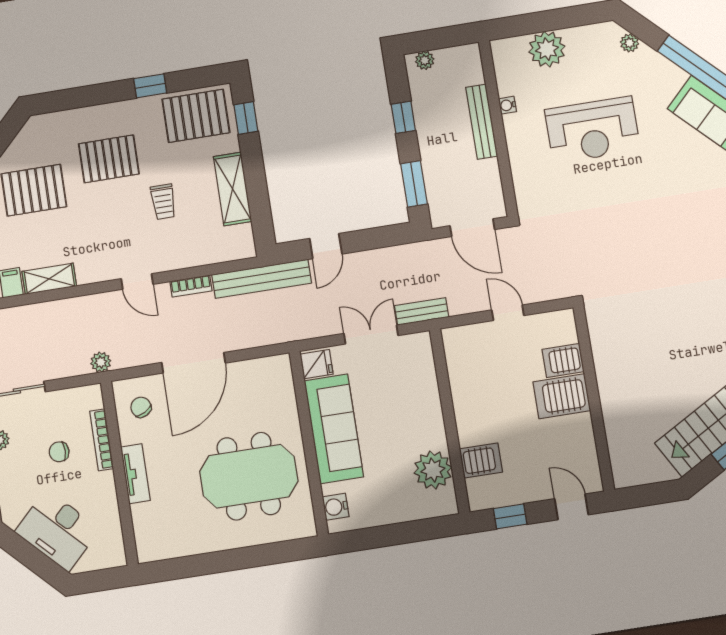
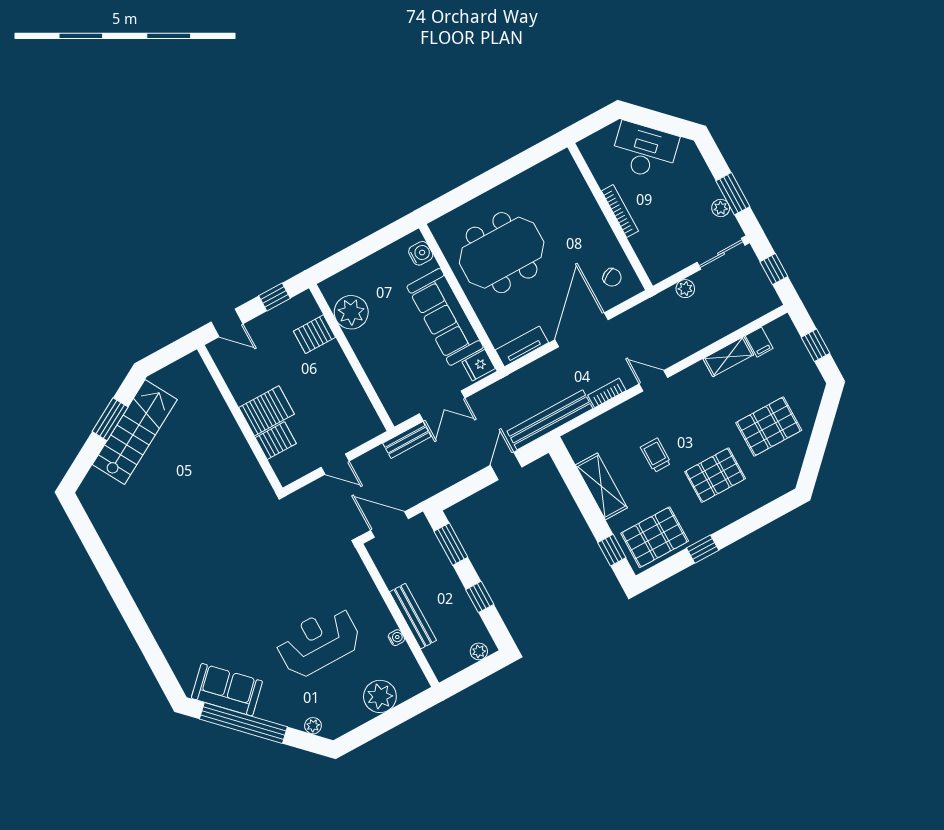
plant: (101, 362) -> (685, 289), moved
bookcase: (102, 440) -> (620, 211), moved
chair: (59, 452) -> (667, 216), removed
tv unit: (135, 474) -> (522, 346), moved, turned 90

